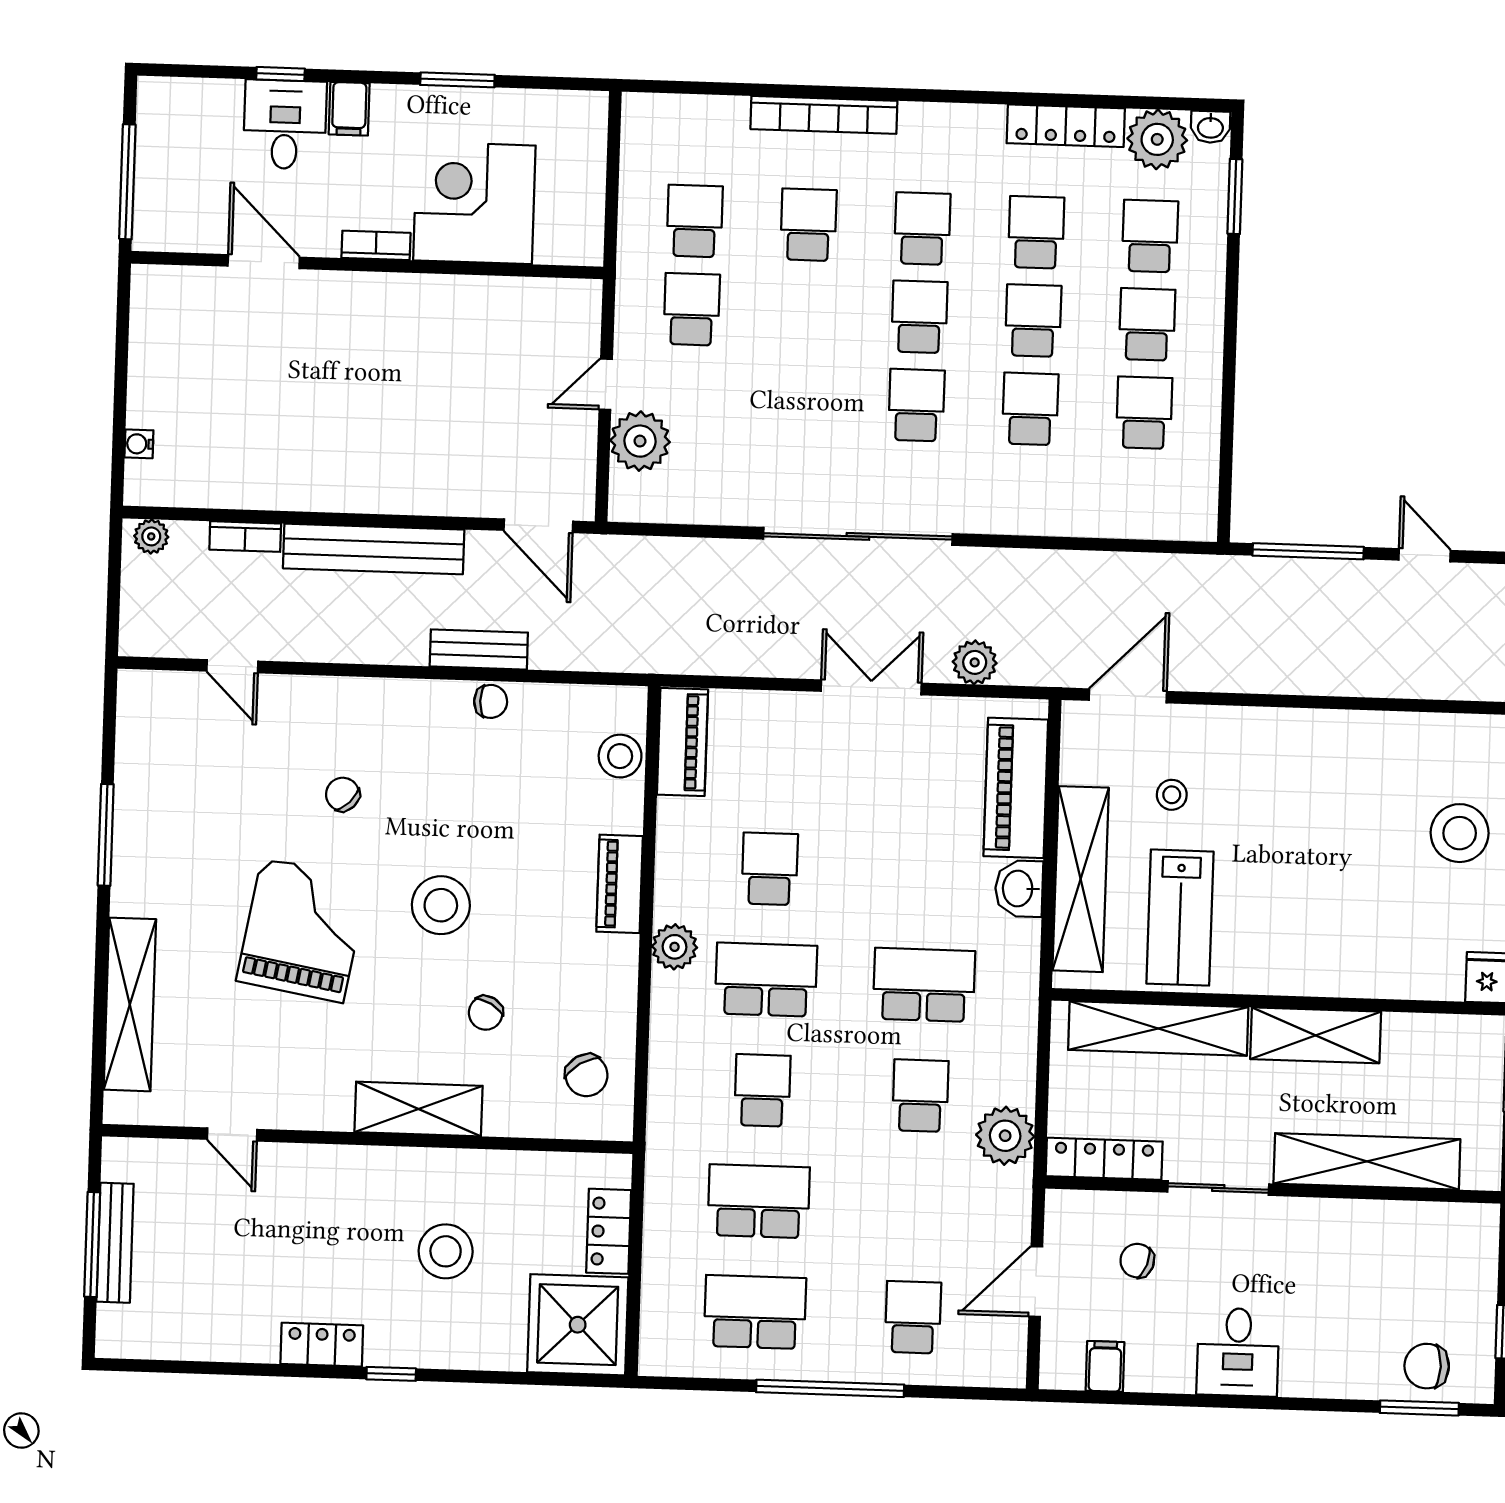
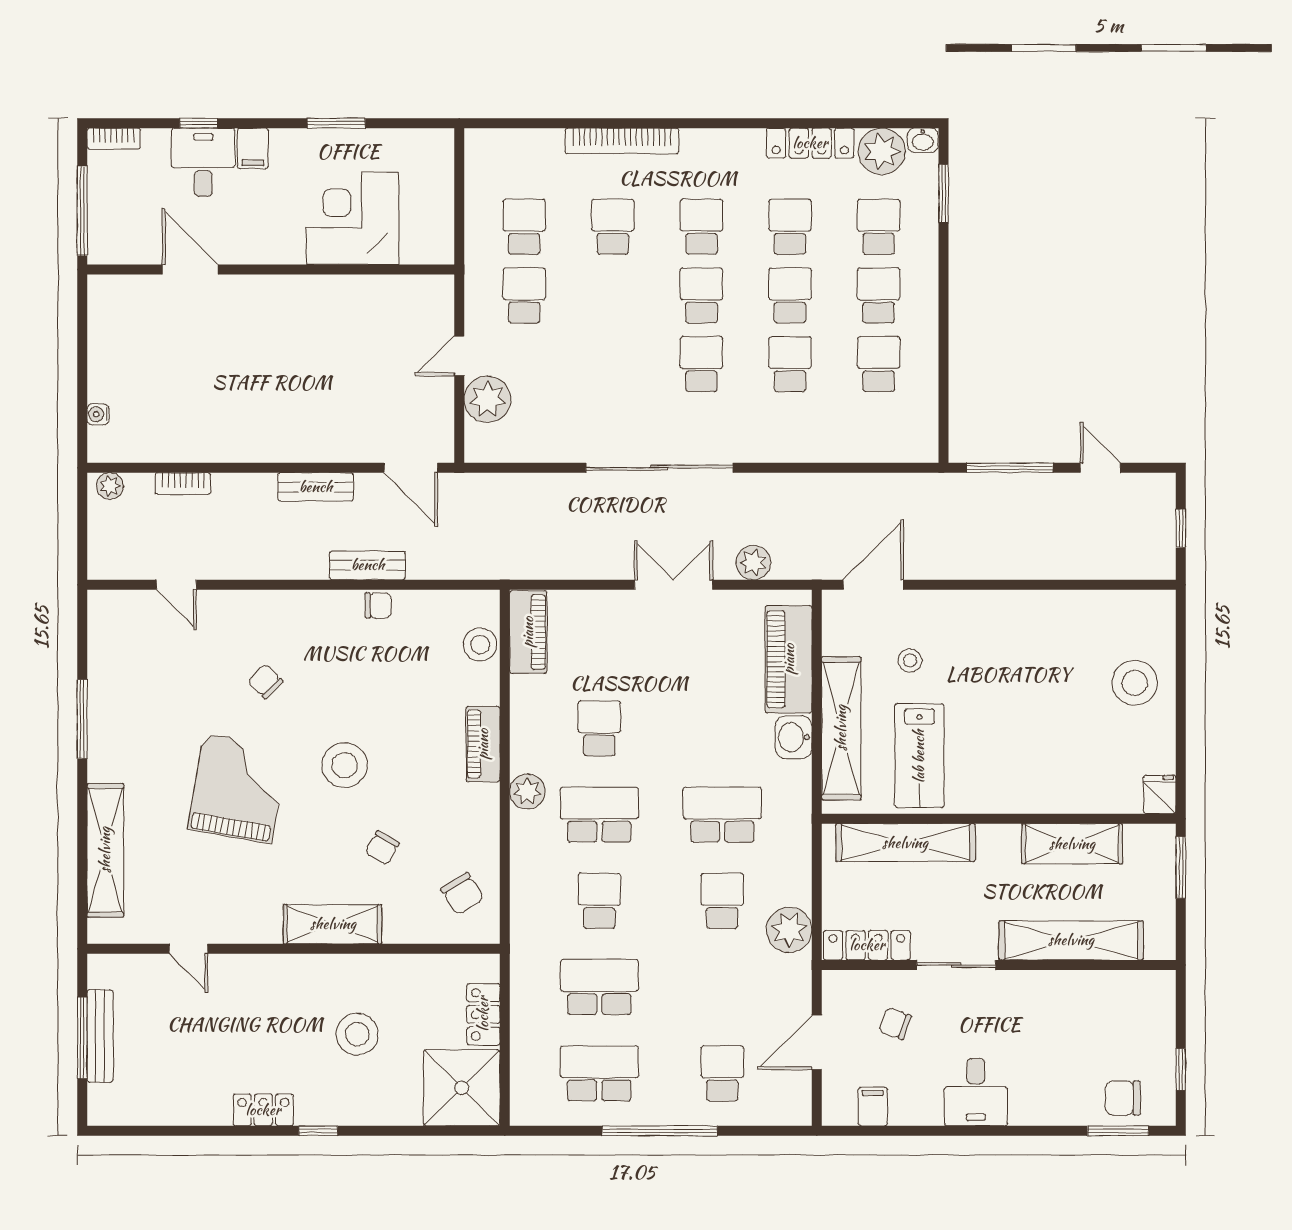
bookcase: (376, 245) -> (114, 139), moved, turned 180
bench: (374, 549) -> (316, 487), width x0.54, depth x0.82
shelving: (1316, 1035) -> (1072, 844), moved

